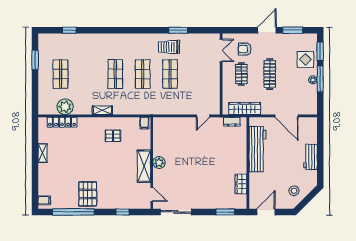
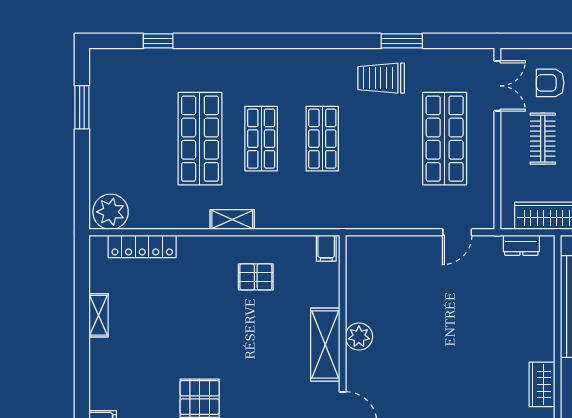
shop shelf: (61, 74) -> (200, 139), moved, width x1.43, depth x1.36
shop shelf: (170, 74) -> (445, 139), moved, width x1.43, depth x1.36
plant: (65, 107) -> (111, 212), moved

